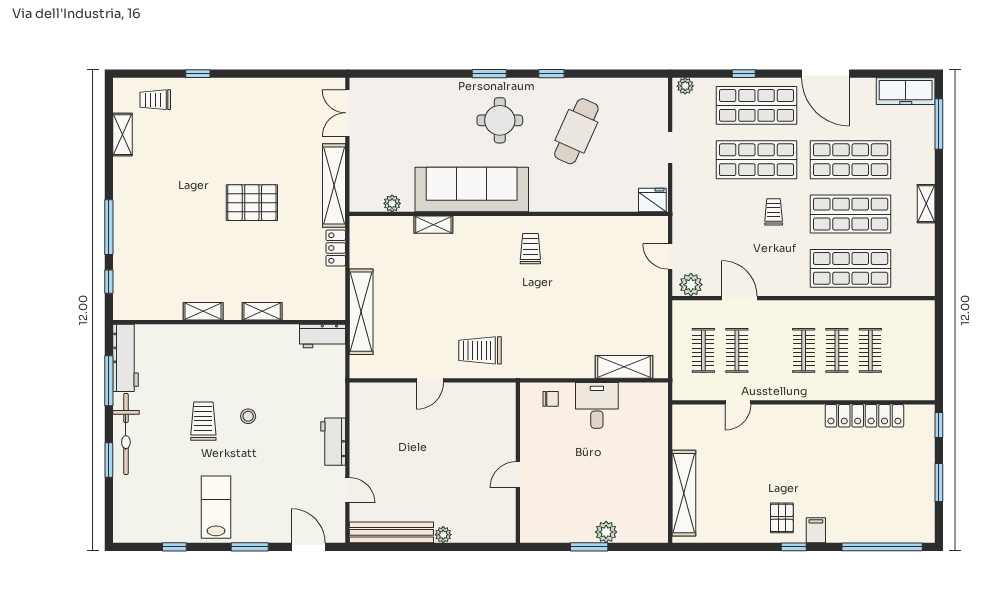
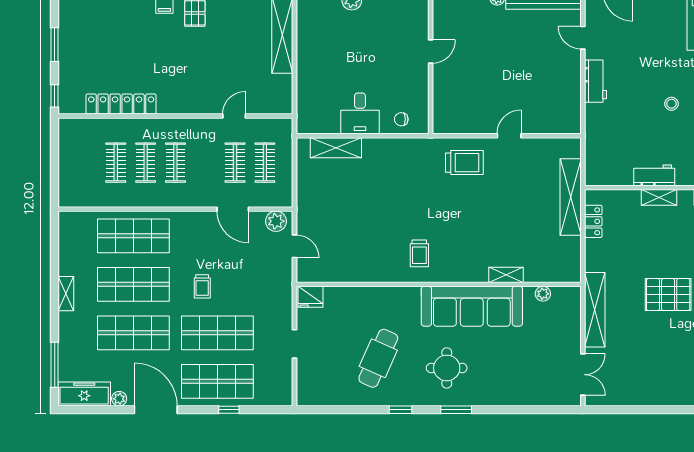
plant: (685, 86) -> (119, 399), moved
locker: (336, 248) -> (593, 221), moved
workbench: (323, 336) -> (654, 175), moved

